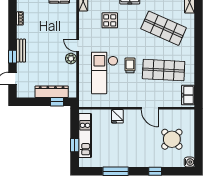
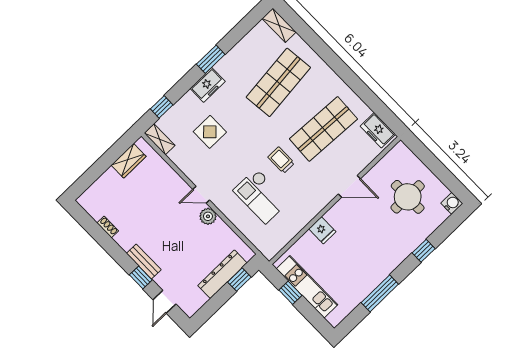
shop shelf: (164, 28) -> (278, 82), turned -30
checkout: (105, 73) -> (261, 196), width x0.73, depth x0.83
round table: (172, 139) -> (408, 197), turned 45
window: (75, 145) -> (290, 293), moved

